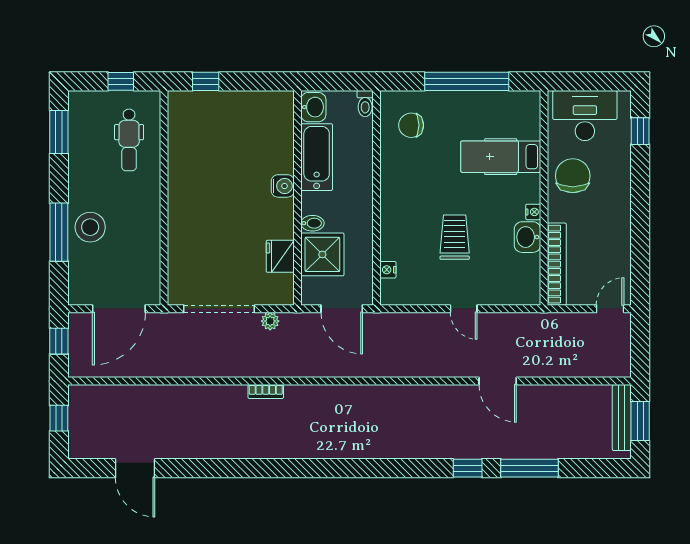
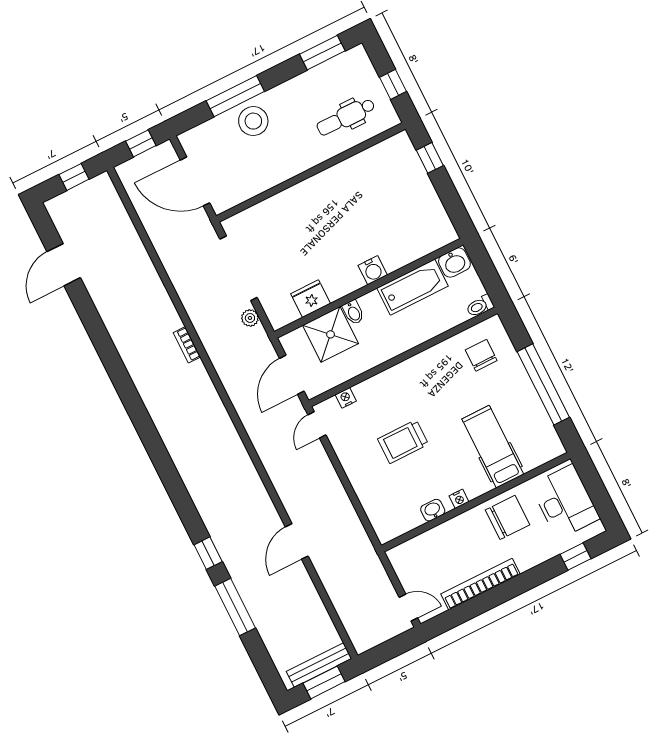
trolley: (455, 237) -> (403, 442), turned 180
washbasin: (527, 237) -> (433, 510), width x0.72, depth x0.69
bookcase: (557, 264) -> (480, 584), moved, turned 180
door: (464, 309) -> (317, 425), moved

